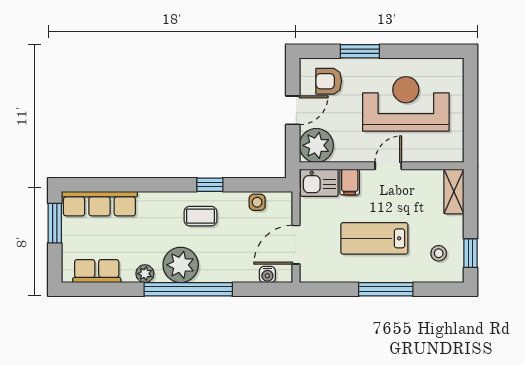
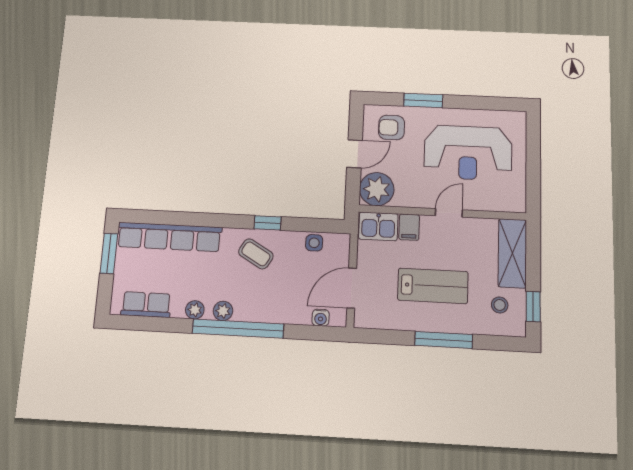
reception desk: (406, 104) -> (468, 153), turned 180
shelving: (454, 191) -> (512, 253), width x1.50, depth x1.33
row of seats: (99, 204) -> (169, 237), width x1.36
coffee table: (200, 216) -> (256, 254), turned 30
lab bench: (374, 238) -> (433, 286), turned 180
plant: (181, 265) -> (223, 311), width x0.53, depth x0.53

